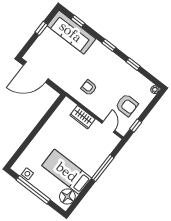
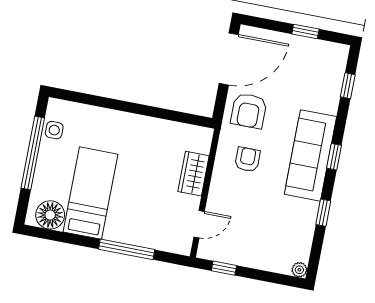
sofa: (71, 32) -> (310, 155), moved
door: (36, 72) -> (229, 59), swing flipped
armchair: (127, 105) -> (249, 111), moved

